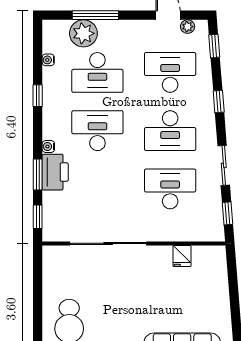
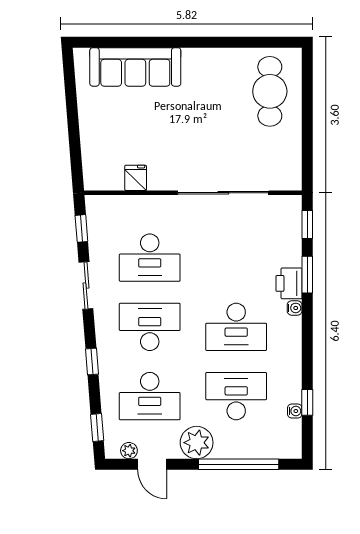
window: (95, 15) -> (239, 464), width x1.46
plant: (83, 33) -> (197, 443), moved
window: (38, 96) -> (307, 402), moved
printer: (55, 172) -> (289, 283), width x0.73, depth x0.84

